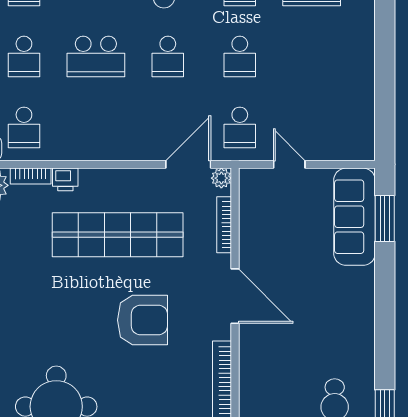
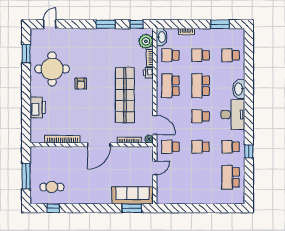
school desk: (96, 127) -> (170, 86), added
armchair: (142, 320) -> (81, 84), moved, width x0.53, depth x0.53

